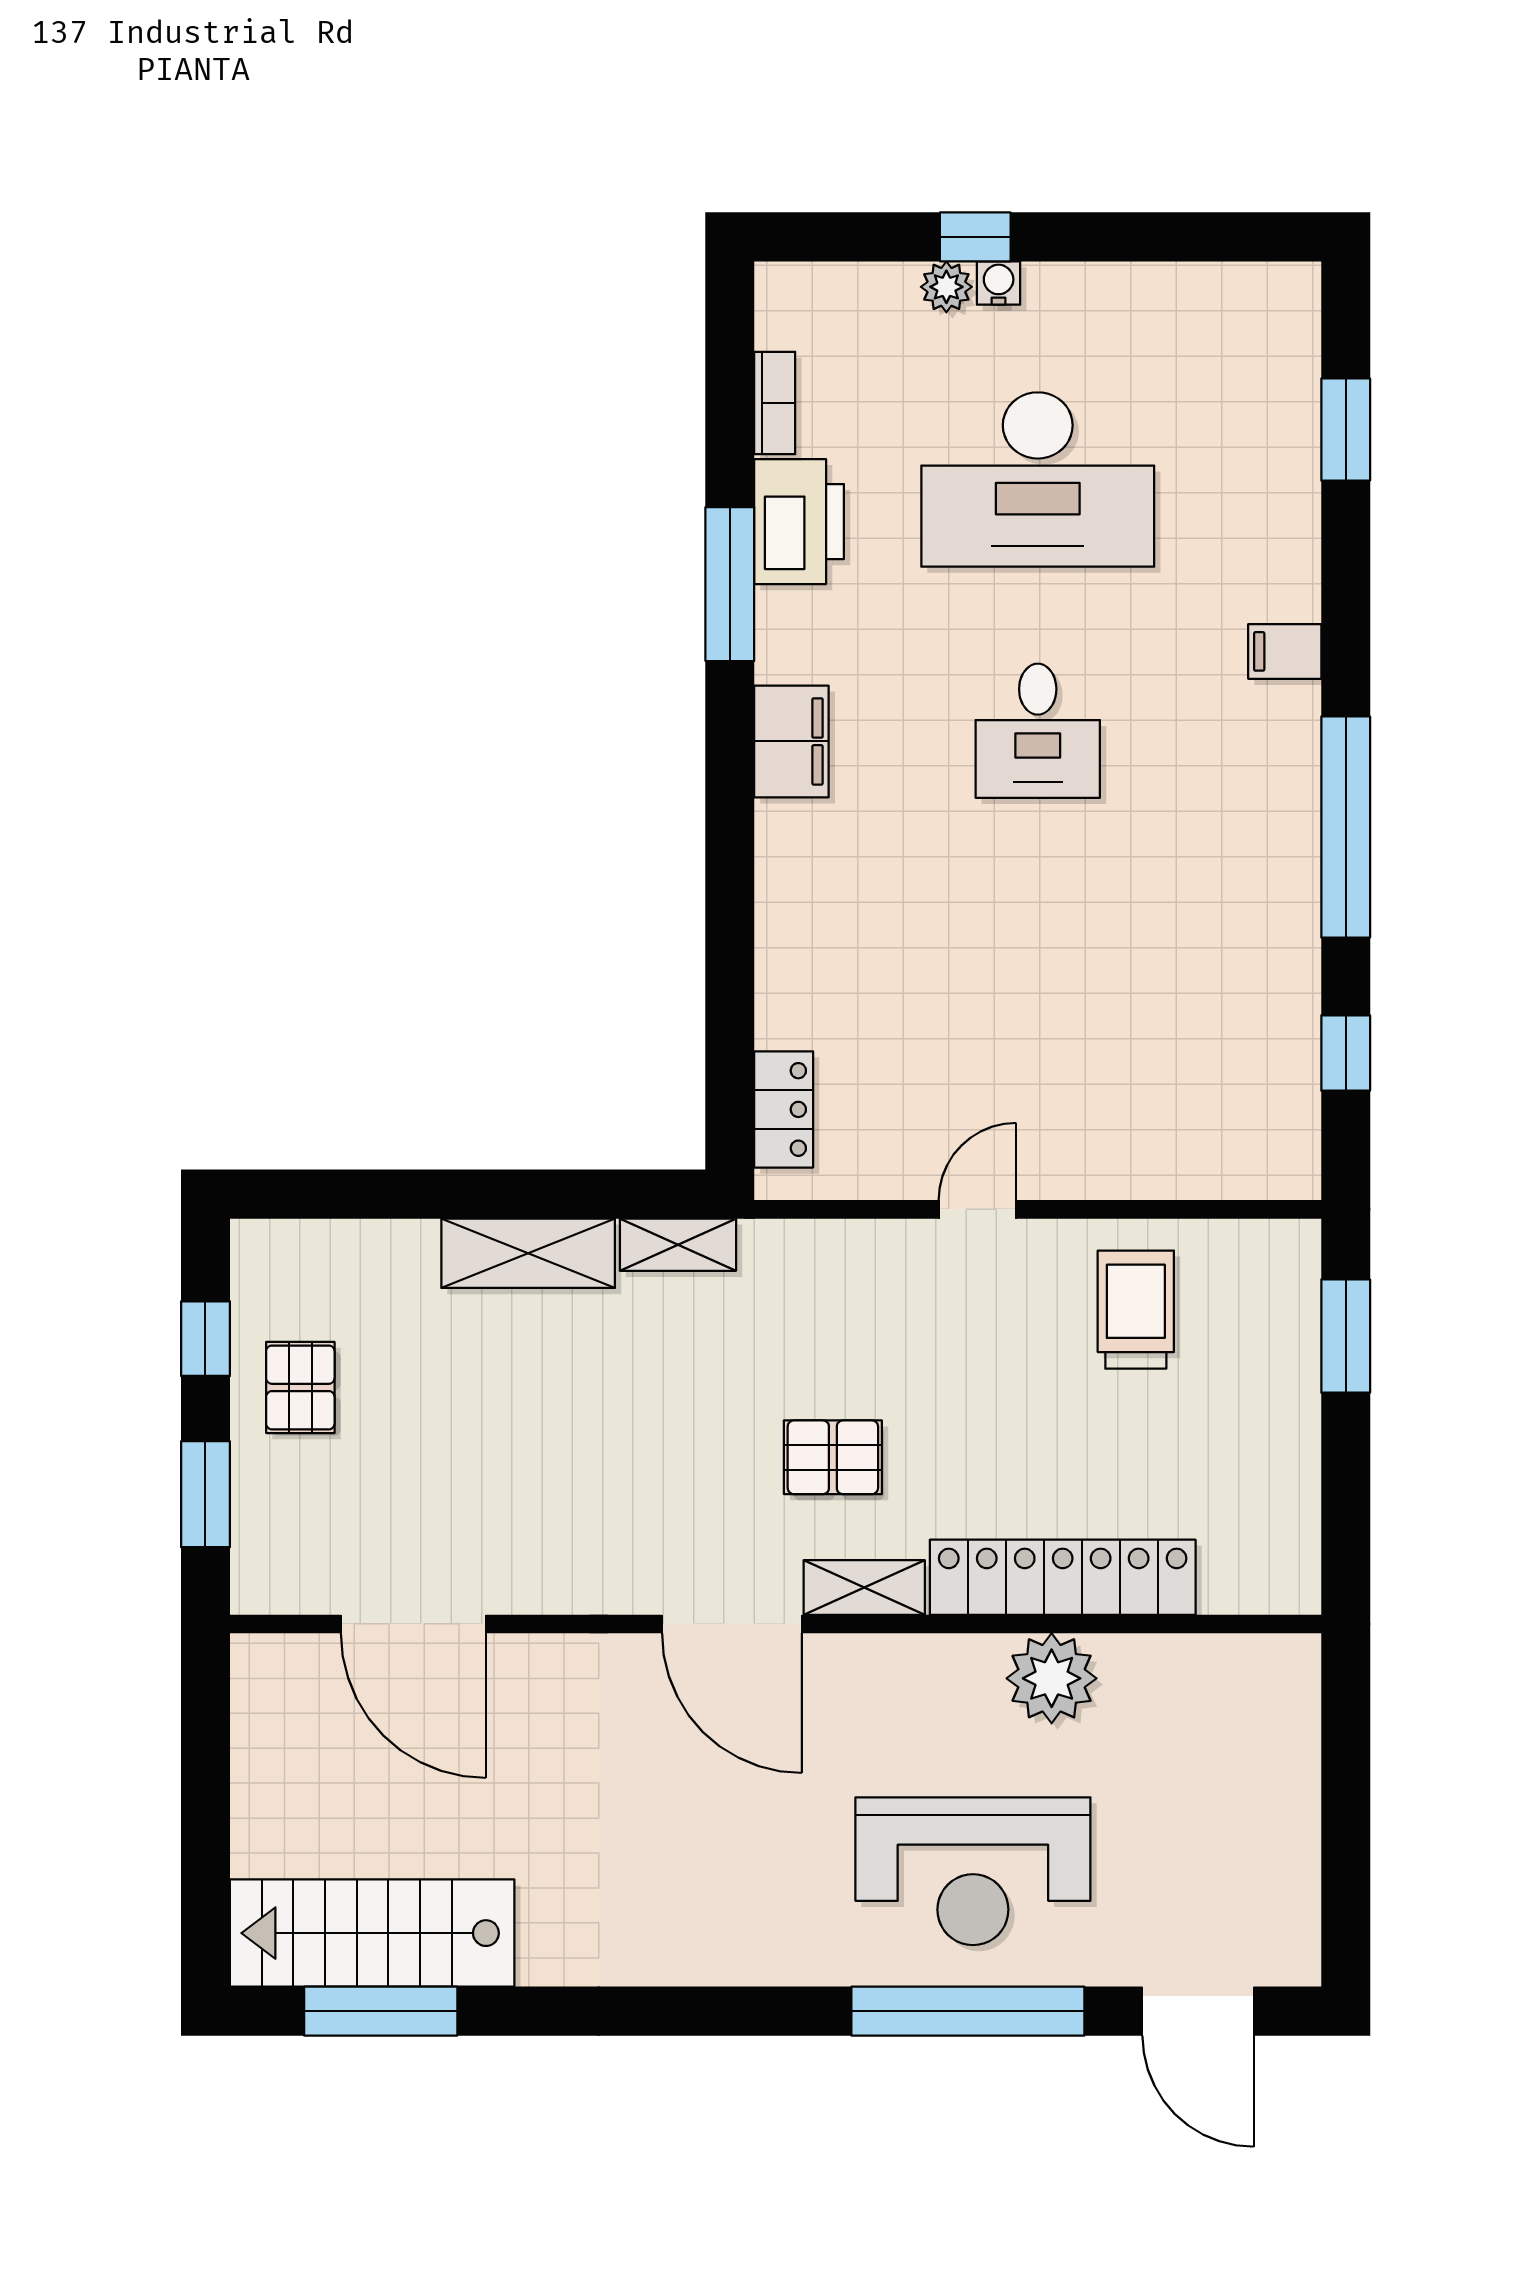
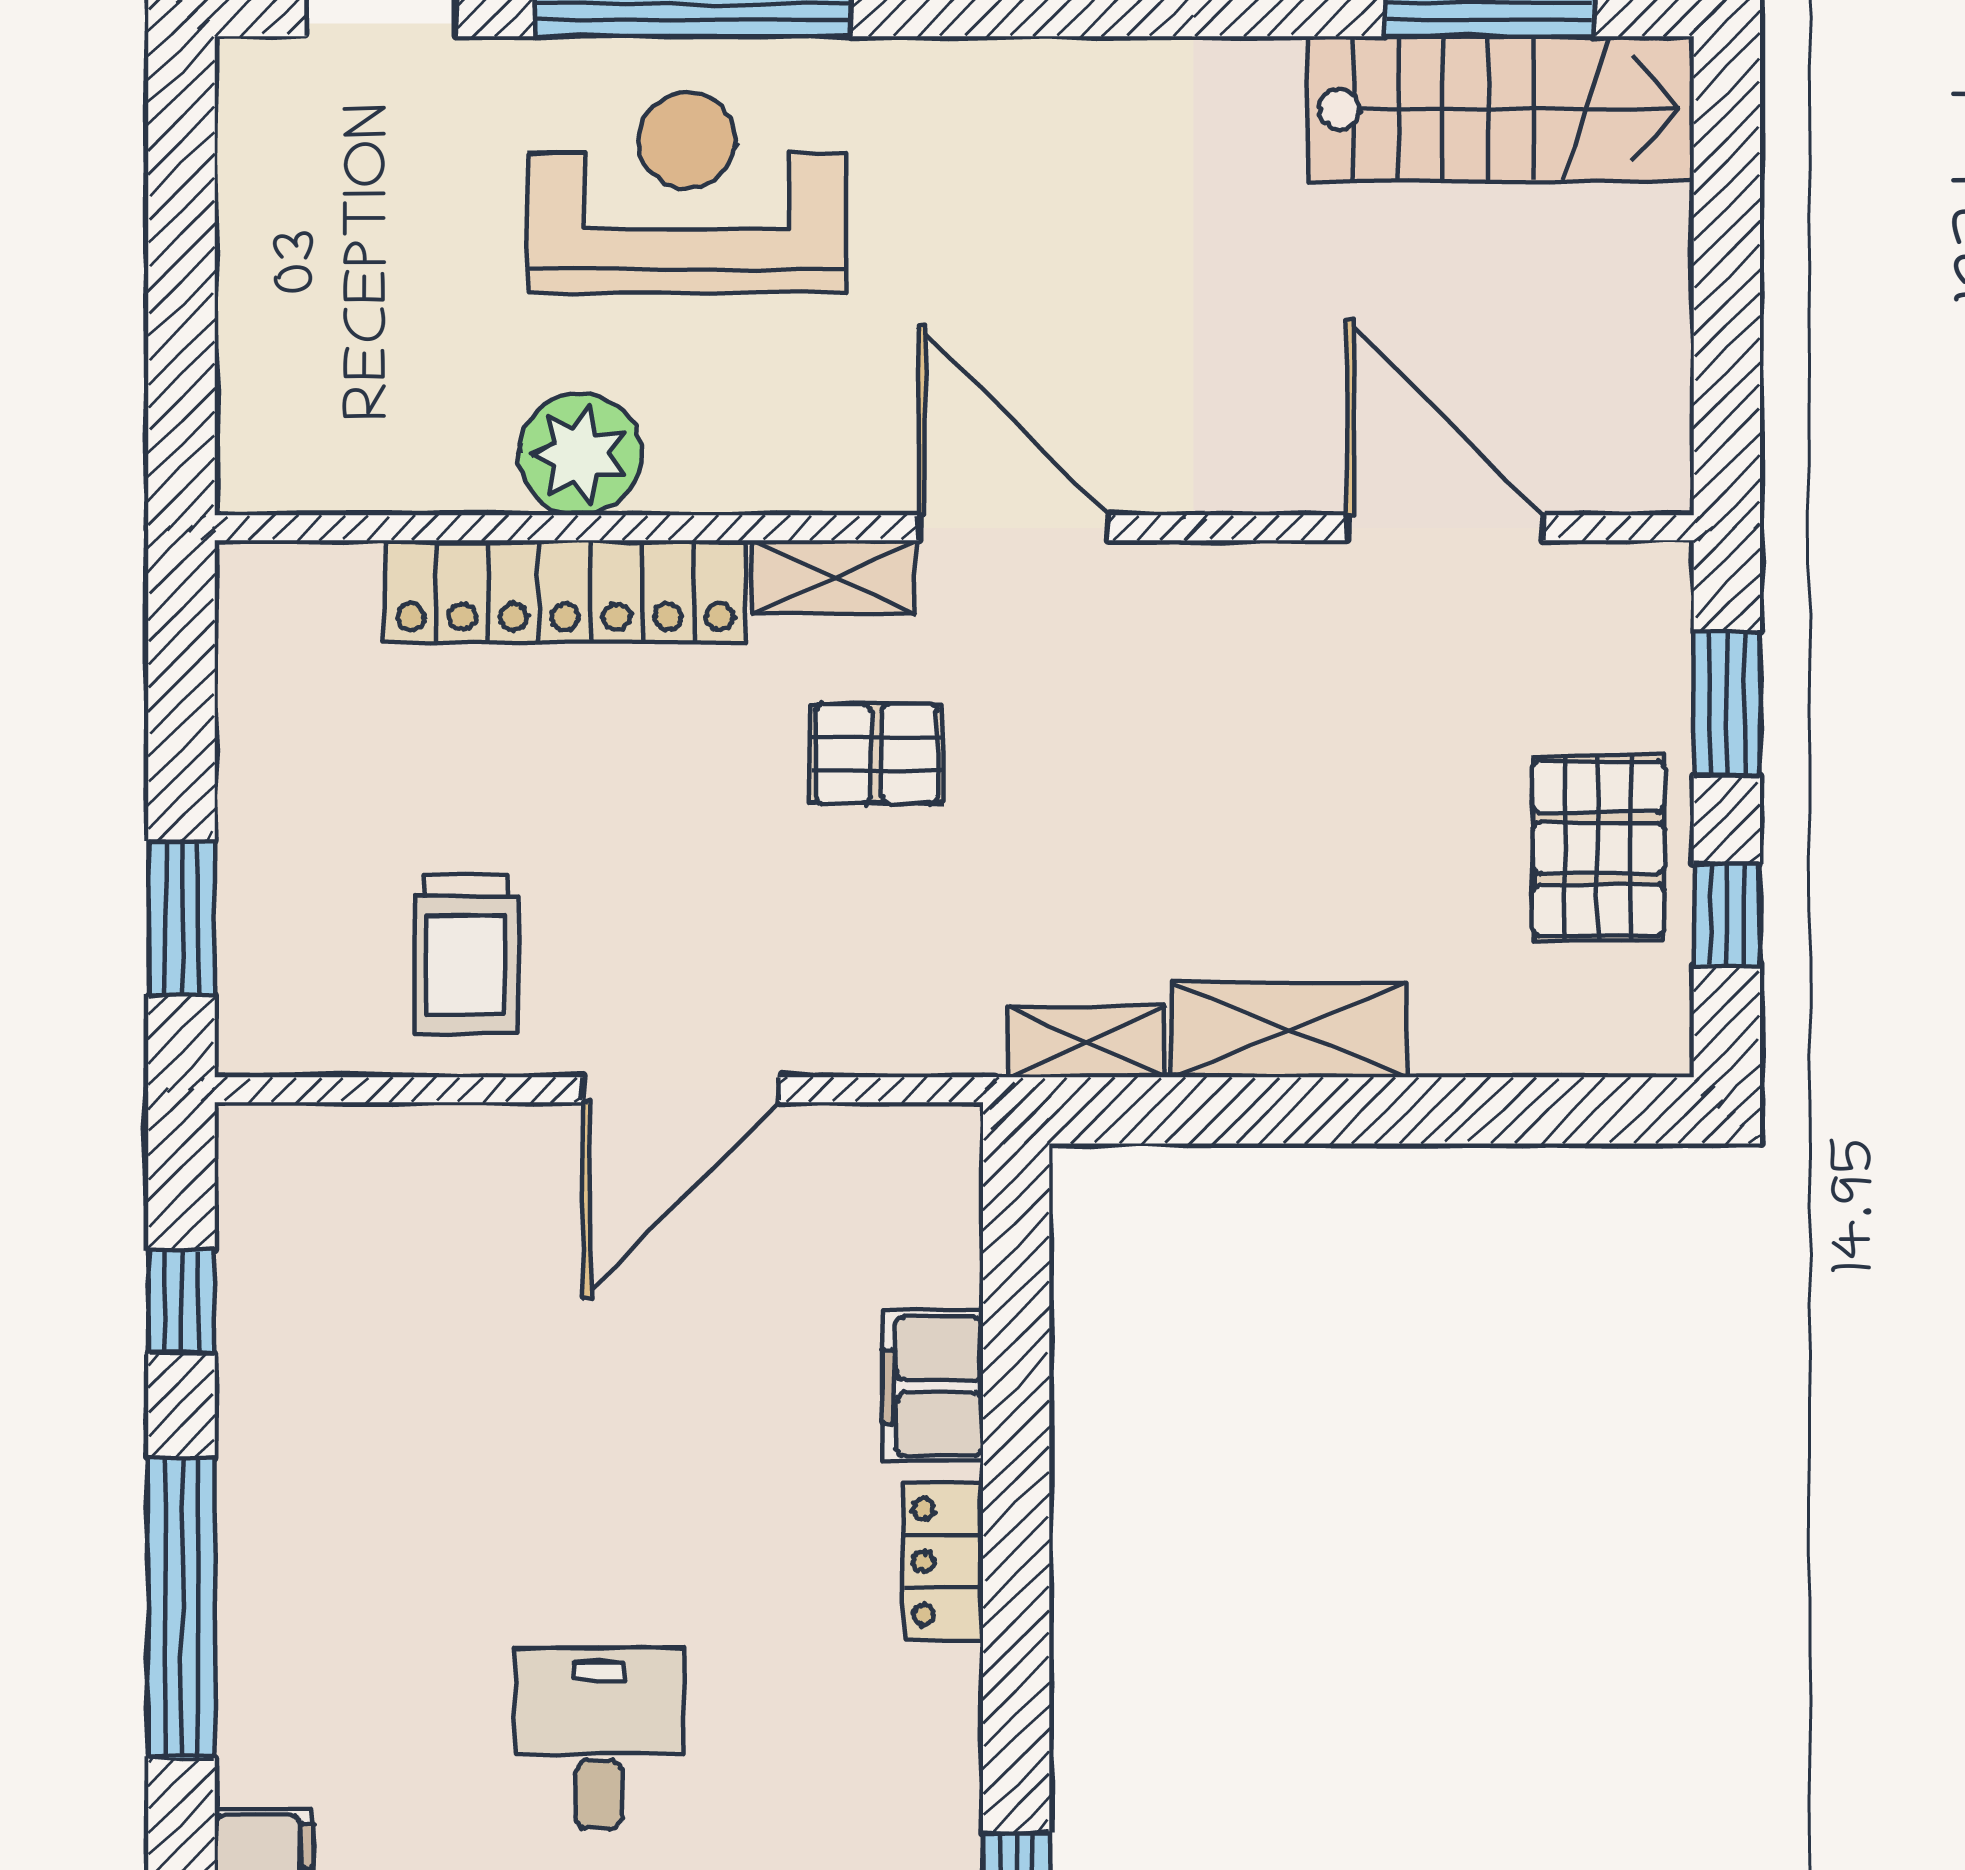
filing cabinet: (791, 741) -> (933, 1386), moved
locker: (784, 1109) -> (943, 1562), moved
door: (977, 1209) -> (681, 1090), width x1.87
pallet: (300, 1387) -> (1598, 848), width x1.50, depth x1.42

